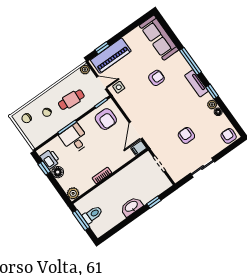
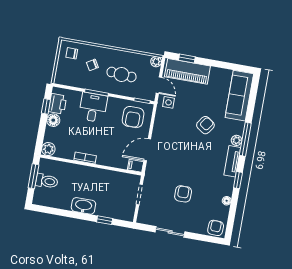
armchair: (156, 78) -> (205, 125), turned -55
plant: (212, 105) -> (237, 140), moved

